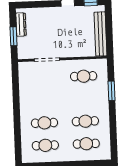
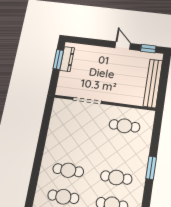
window: (14, 36) -> (58, 59), moved
window: (112, 91) -> (151, 168), moved

